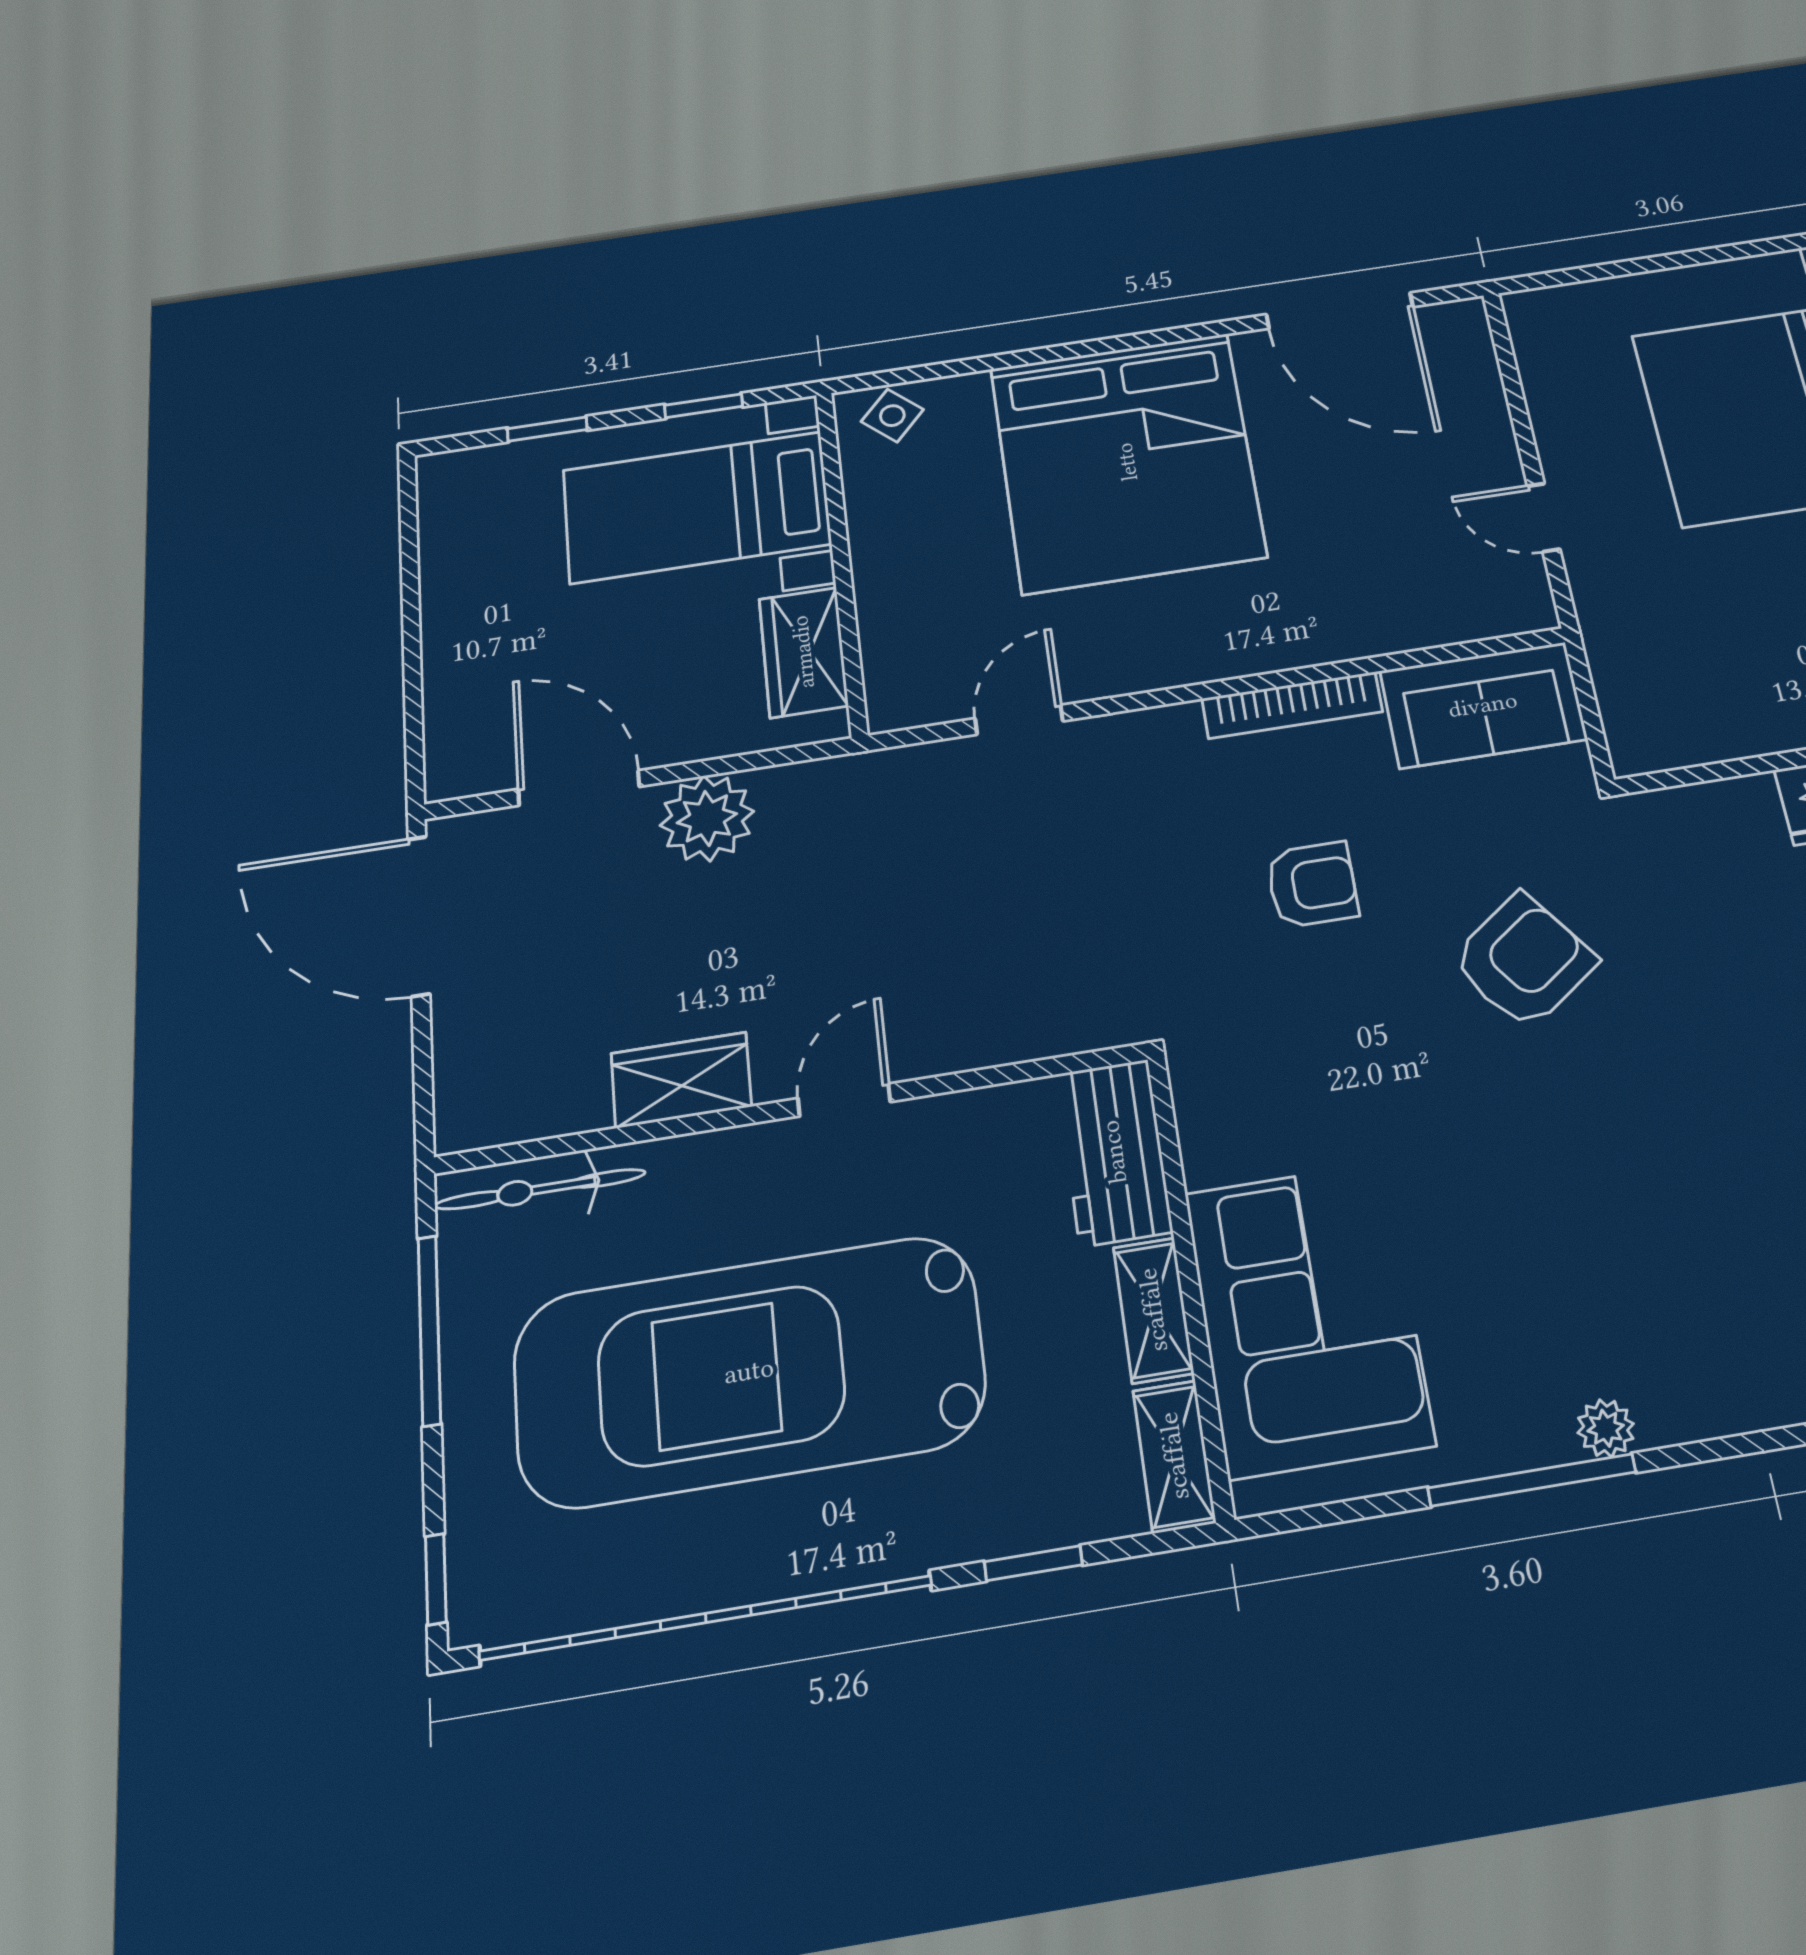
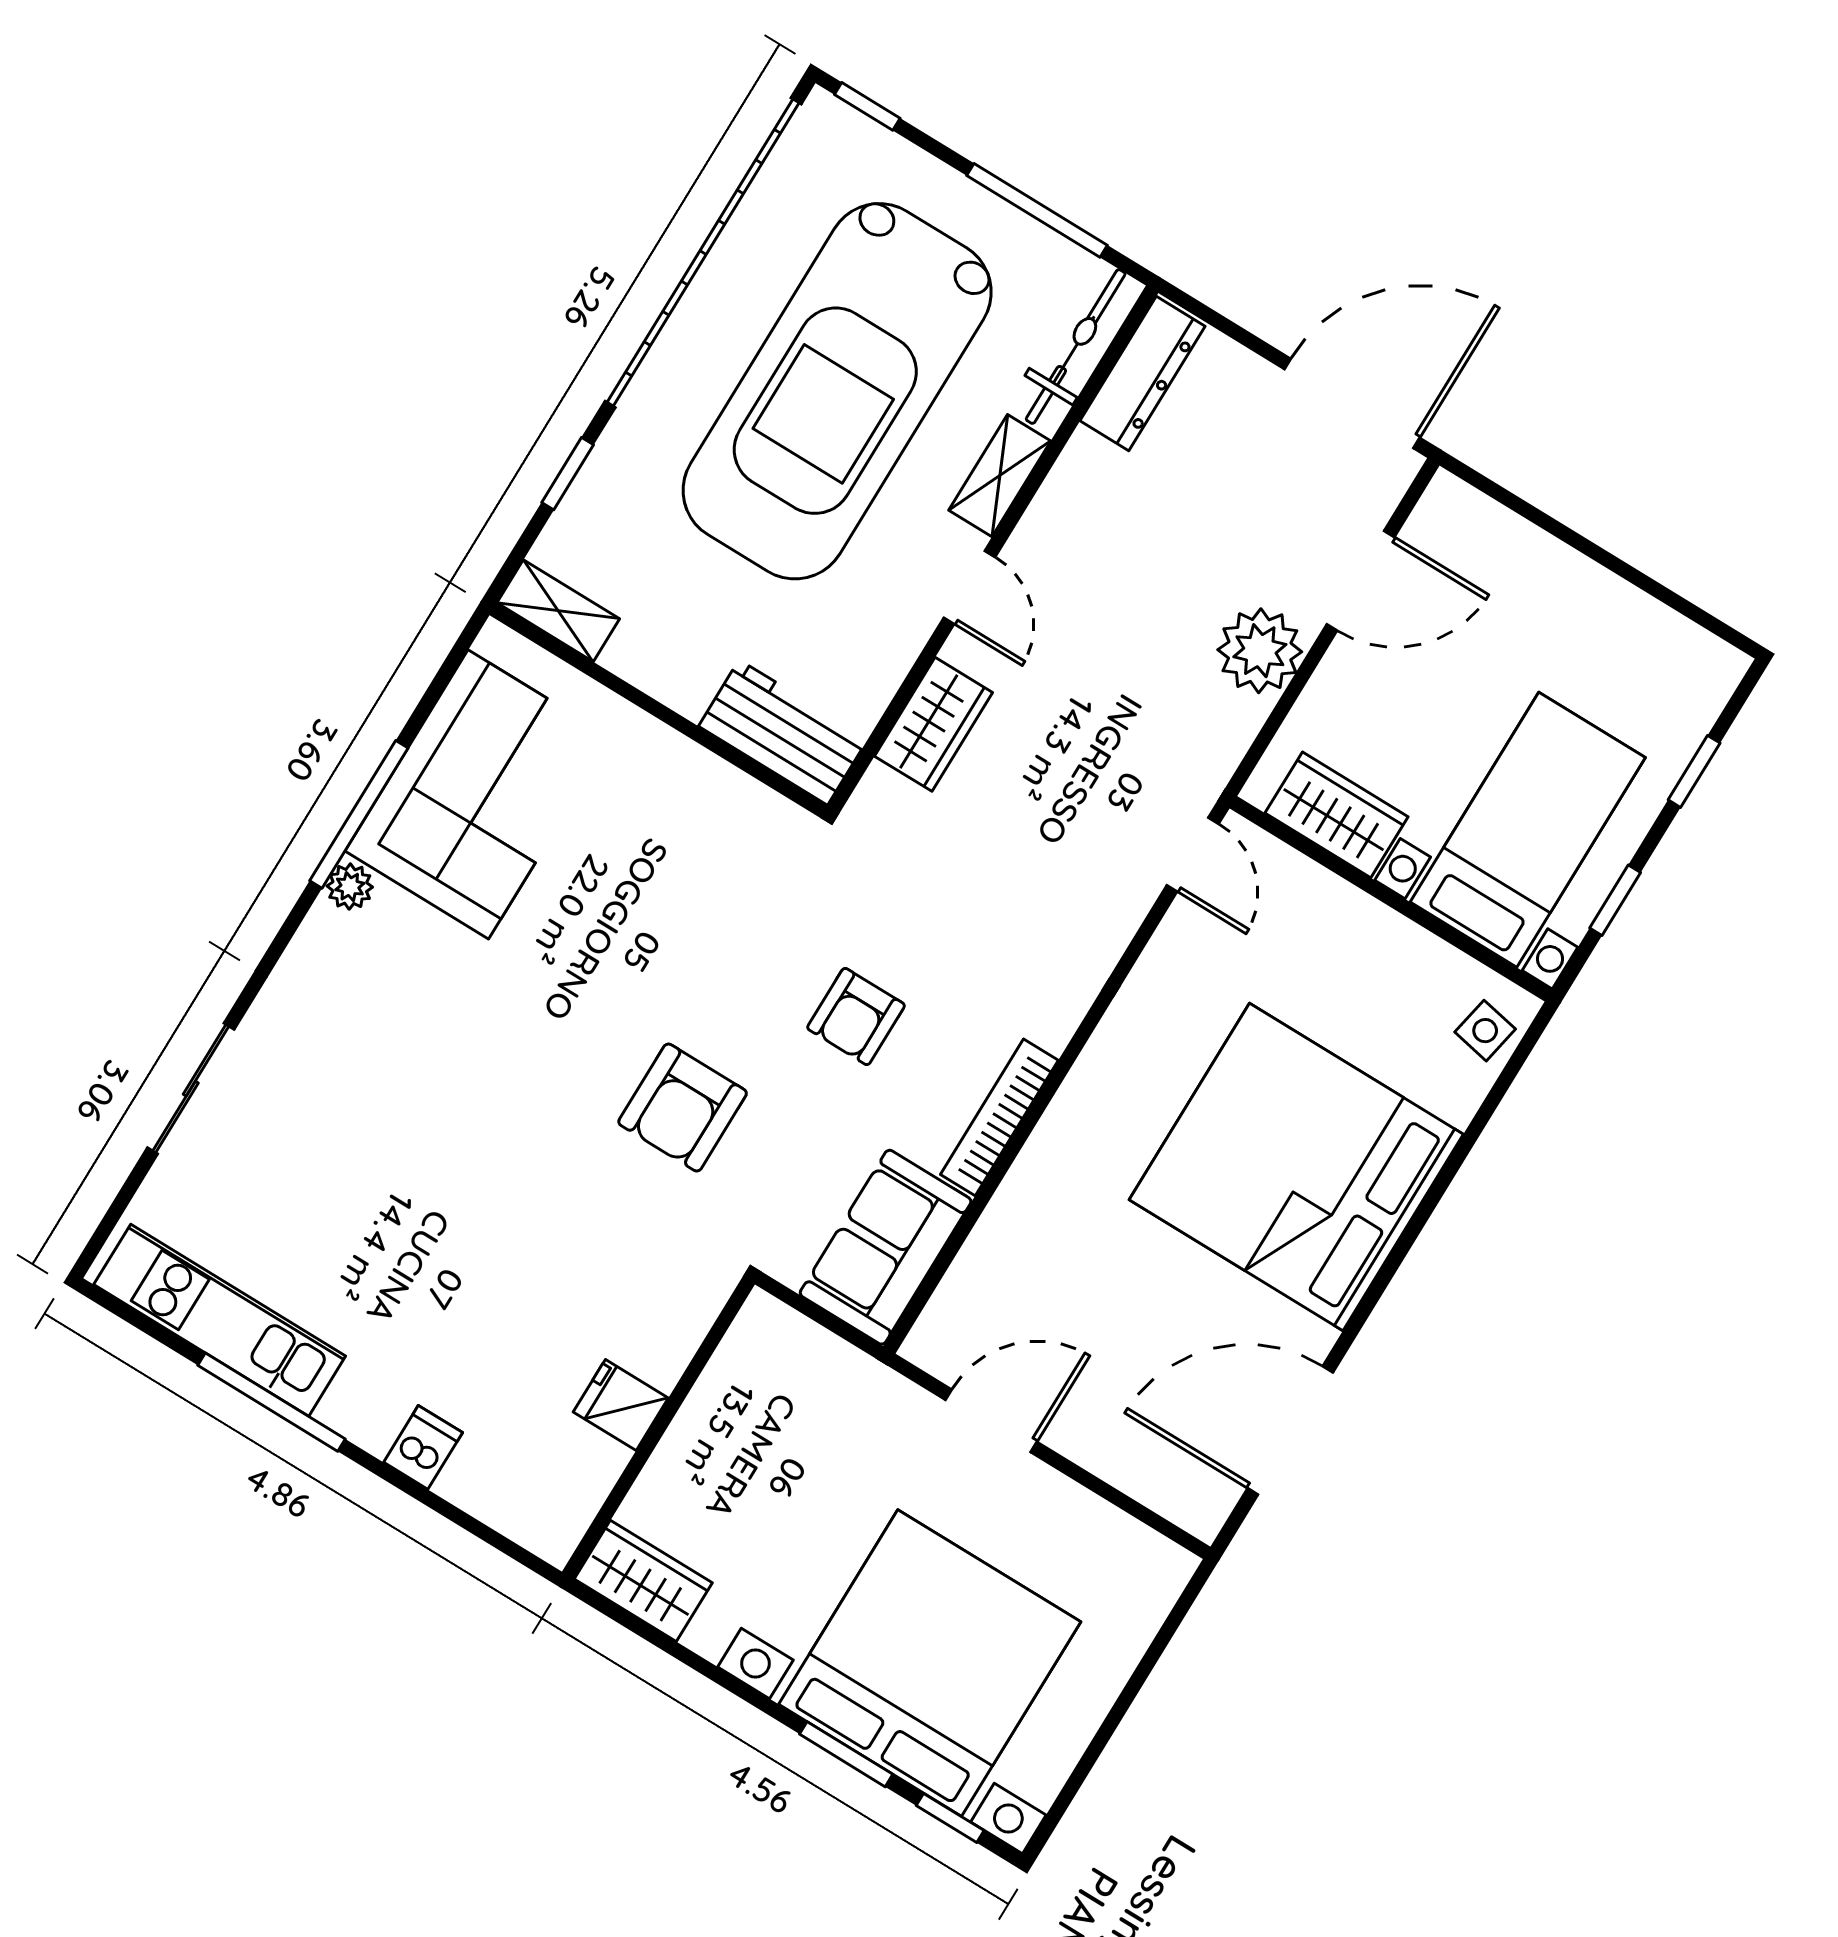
side table: (892, 416) -> (1485, 1031), turned -31
door: (1544, 517) -> (991, 1421), width x1.38
door: (1019, 720) -> (1193, 855), moved
armchair: (1524, 961) -> (683, 1107), turned 36
wardrobe: (681, 1080) -> (933, 724), moved
dresser: (523, 1111) -> (1143, 374), added
shelving: (1153, 1310) -> (1000, 476), moved, turned 90
corner sofa: (1308, 1318) -> (478, 794), moved, turned -90
car: (749, 1371) -> (837, 391), turned 180

